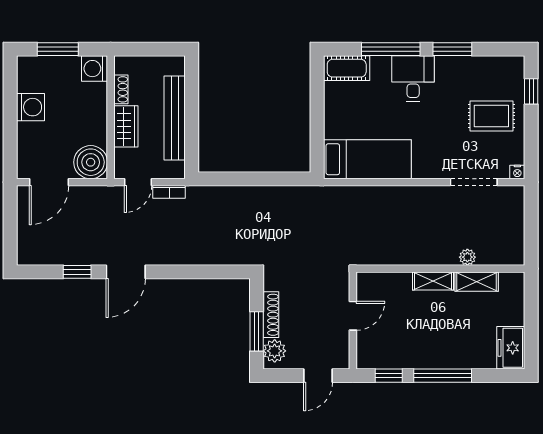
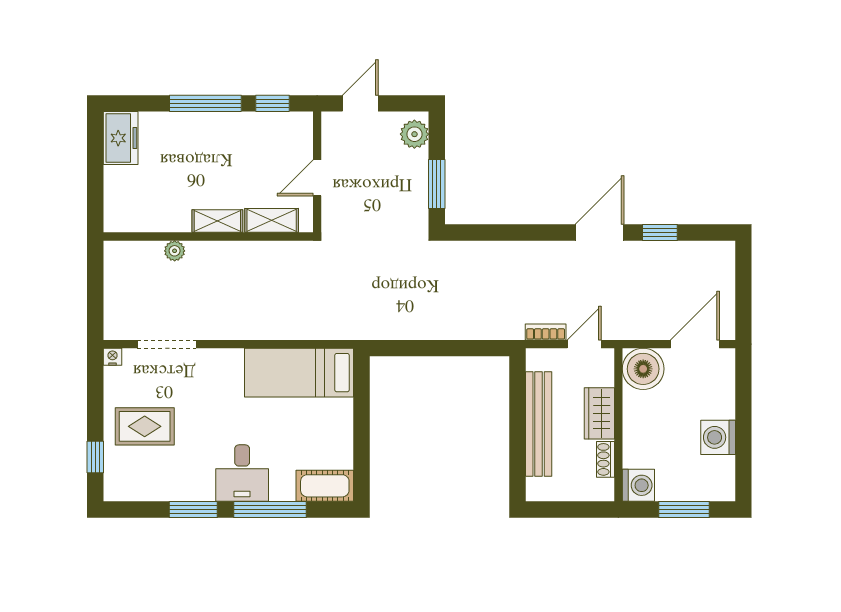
shelving: (477, 282) -> (272, 220), moved
shoe rack: (271, 315) -> (419, 179), removed
window: (257, 331) -> (437, 184), moved

